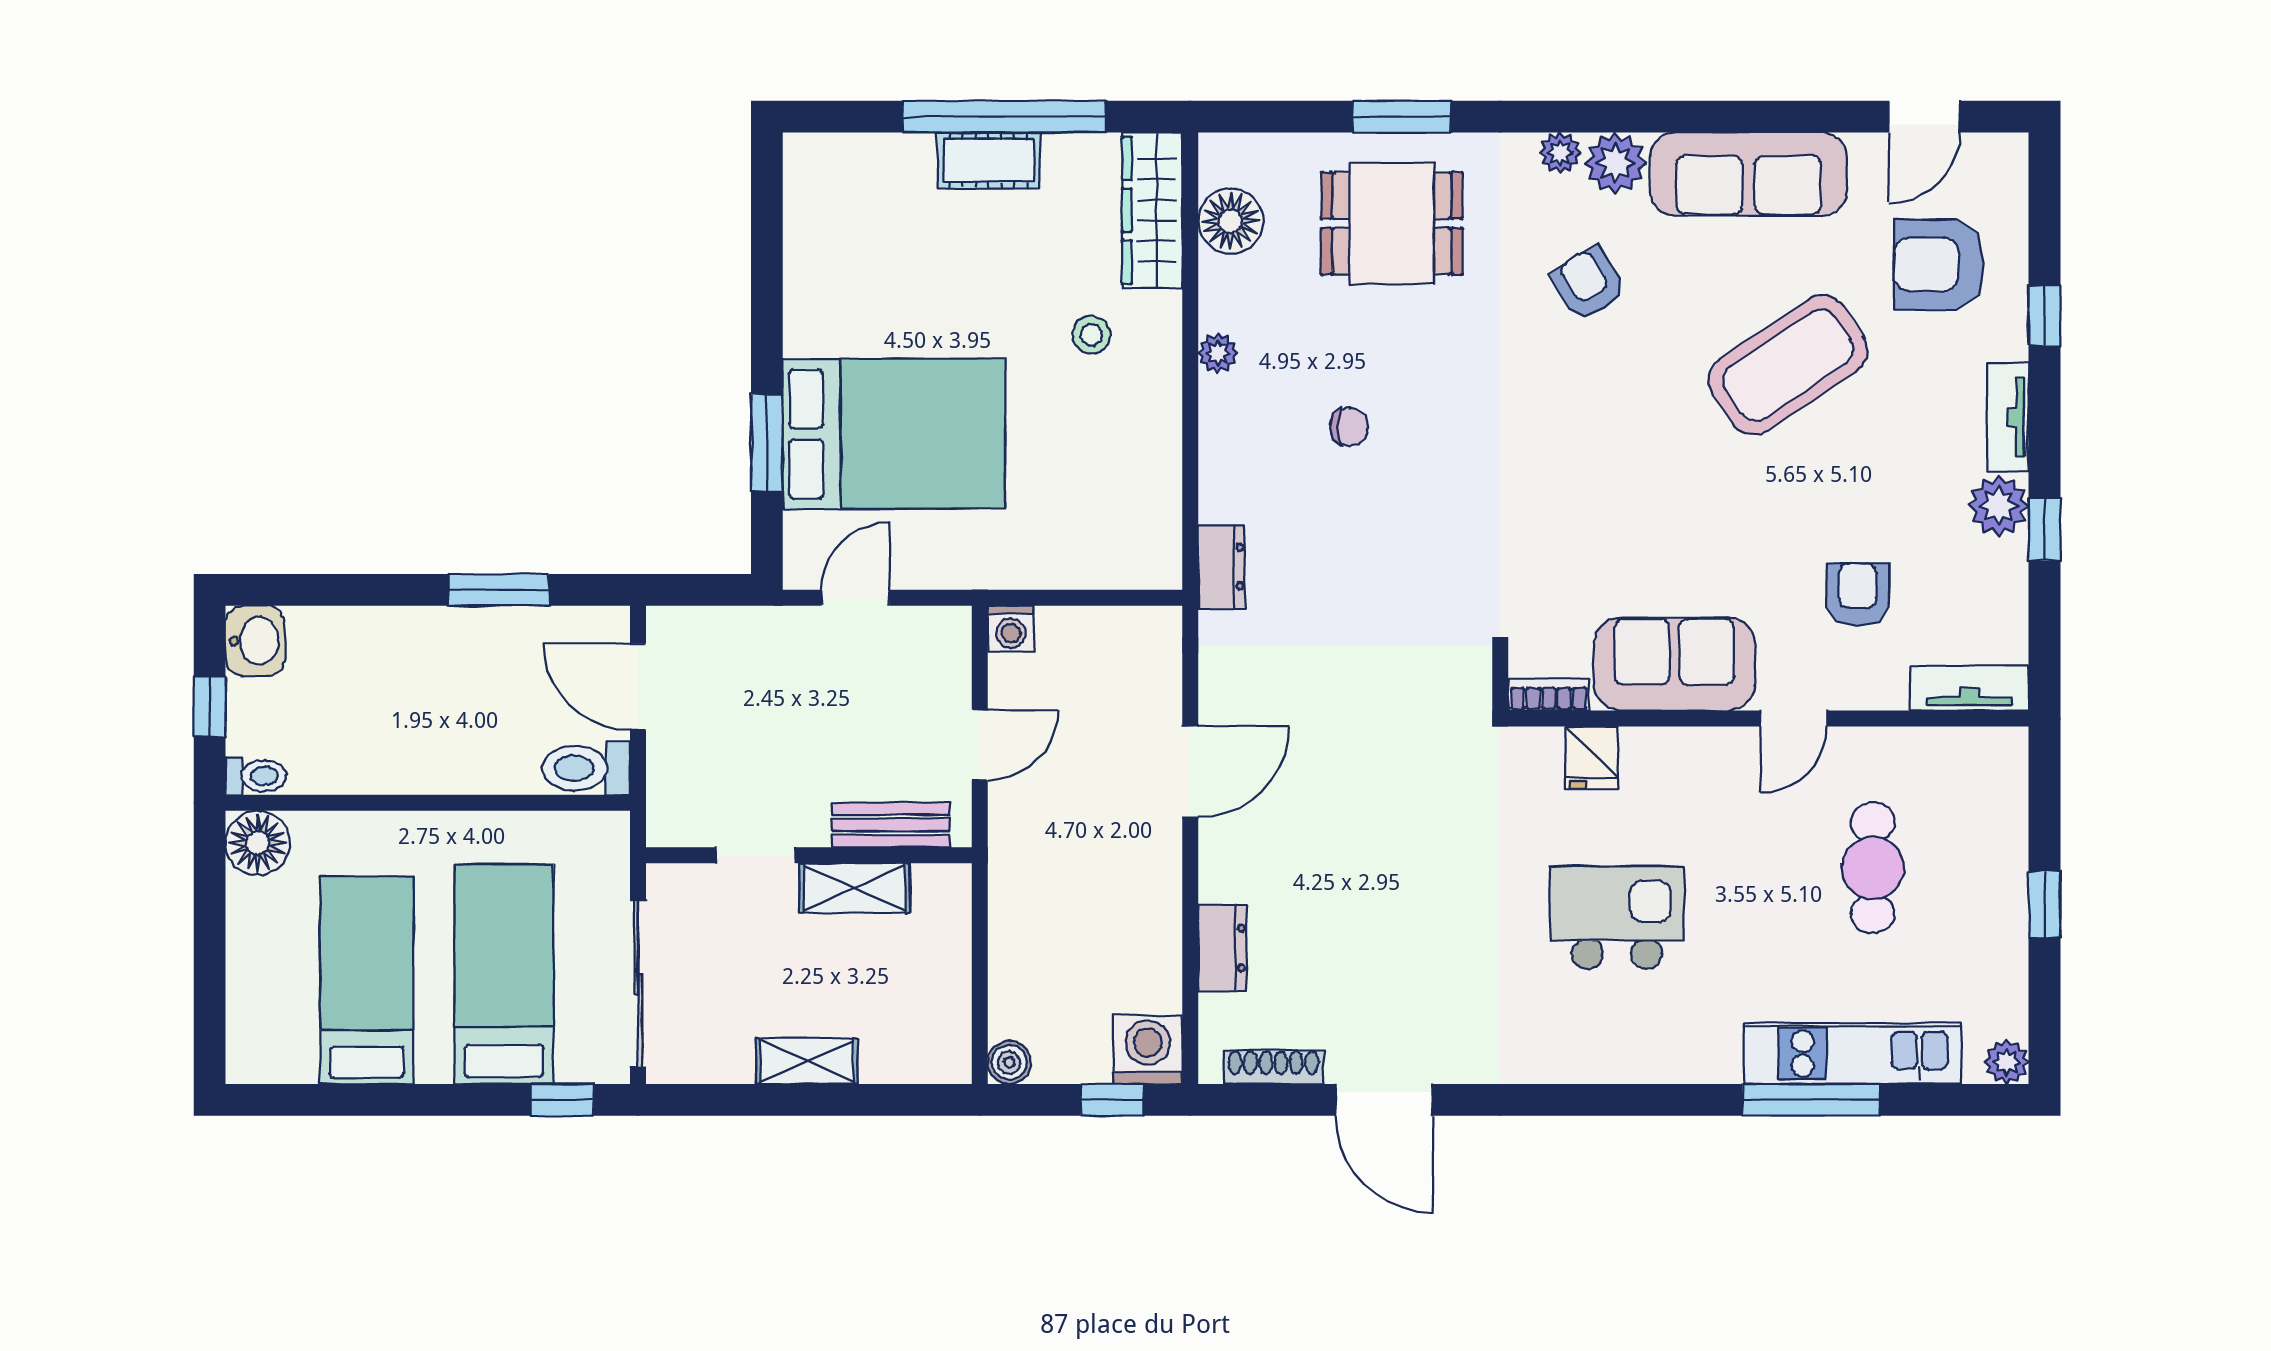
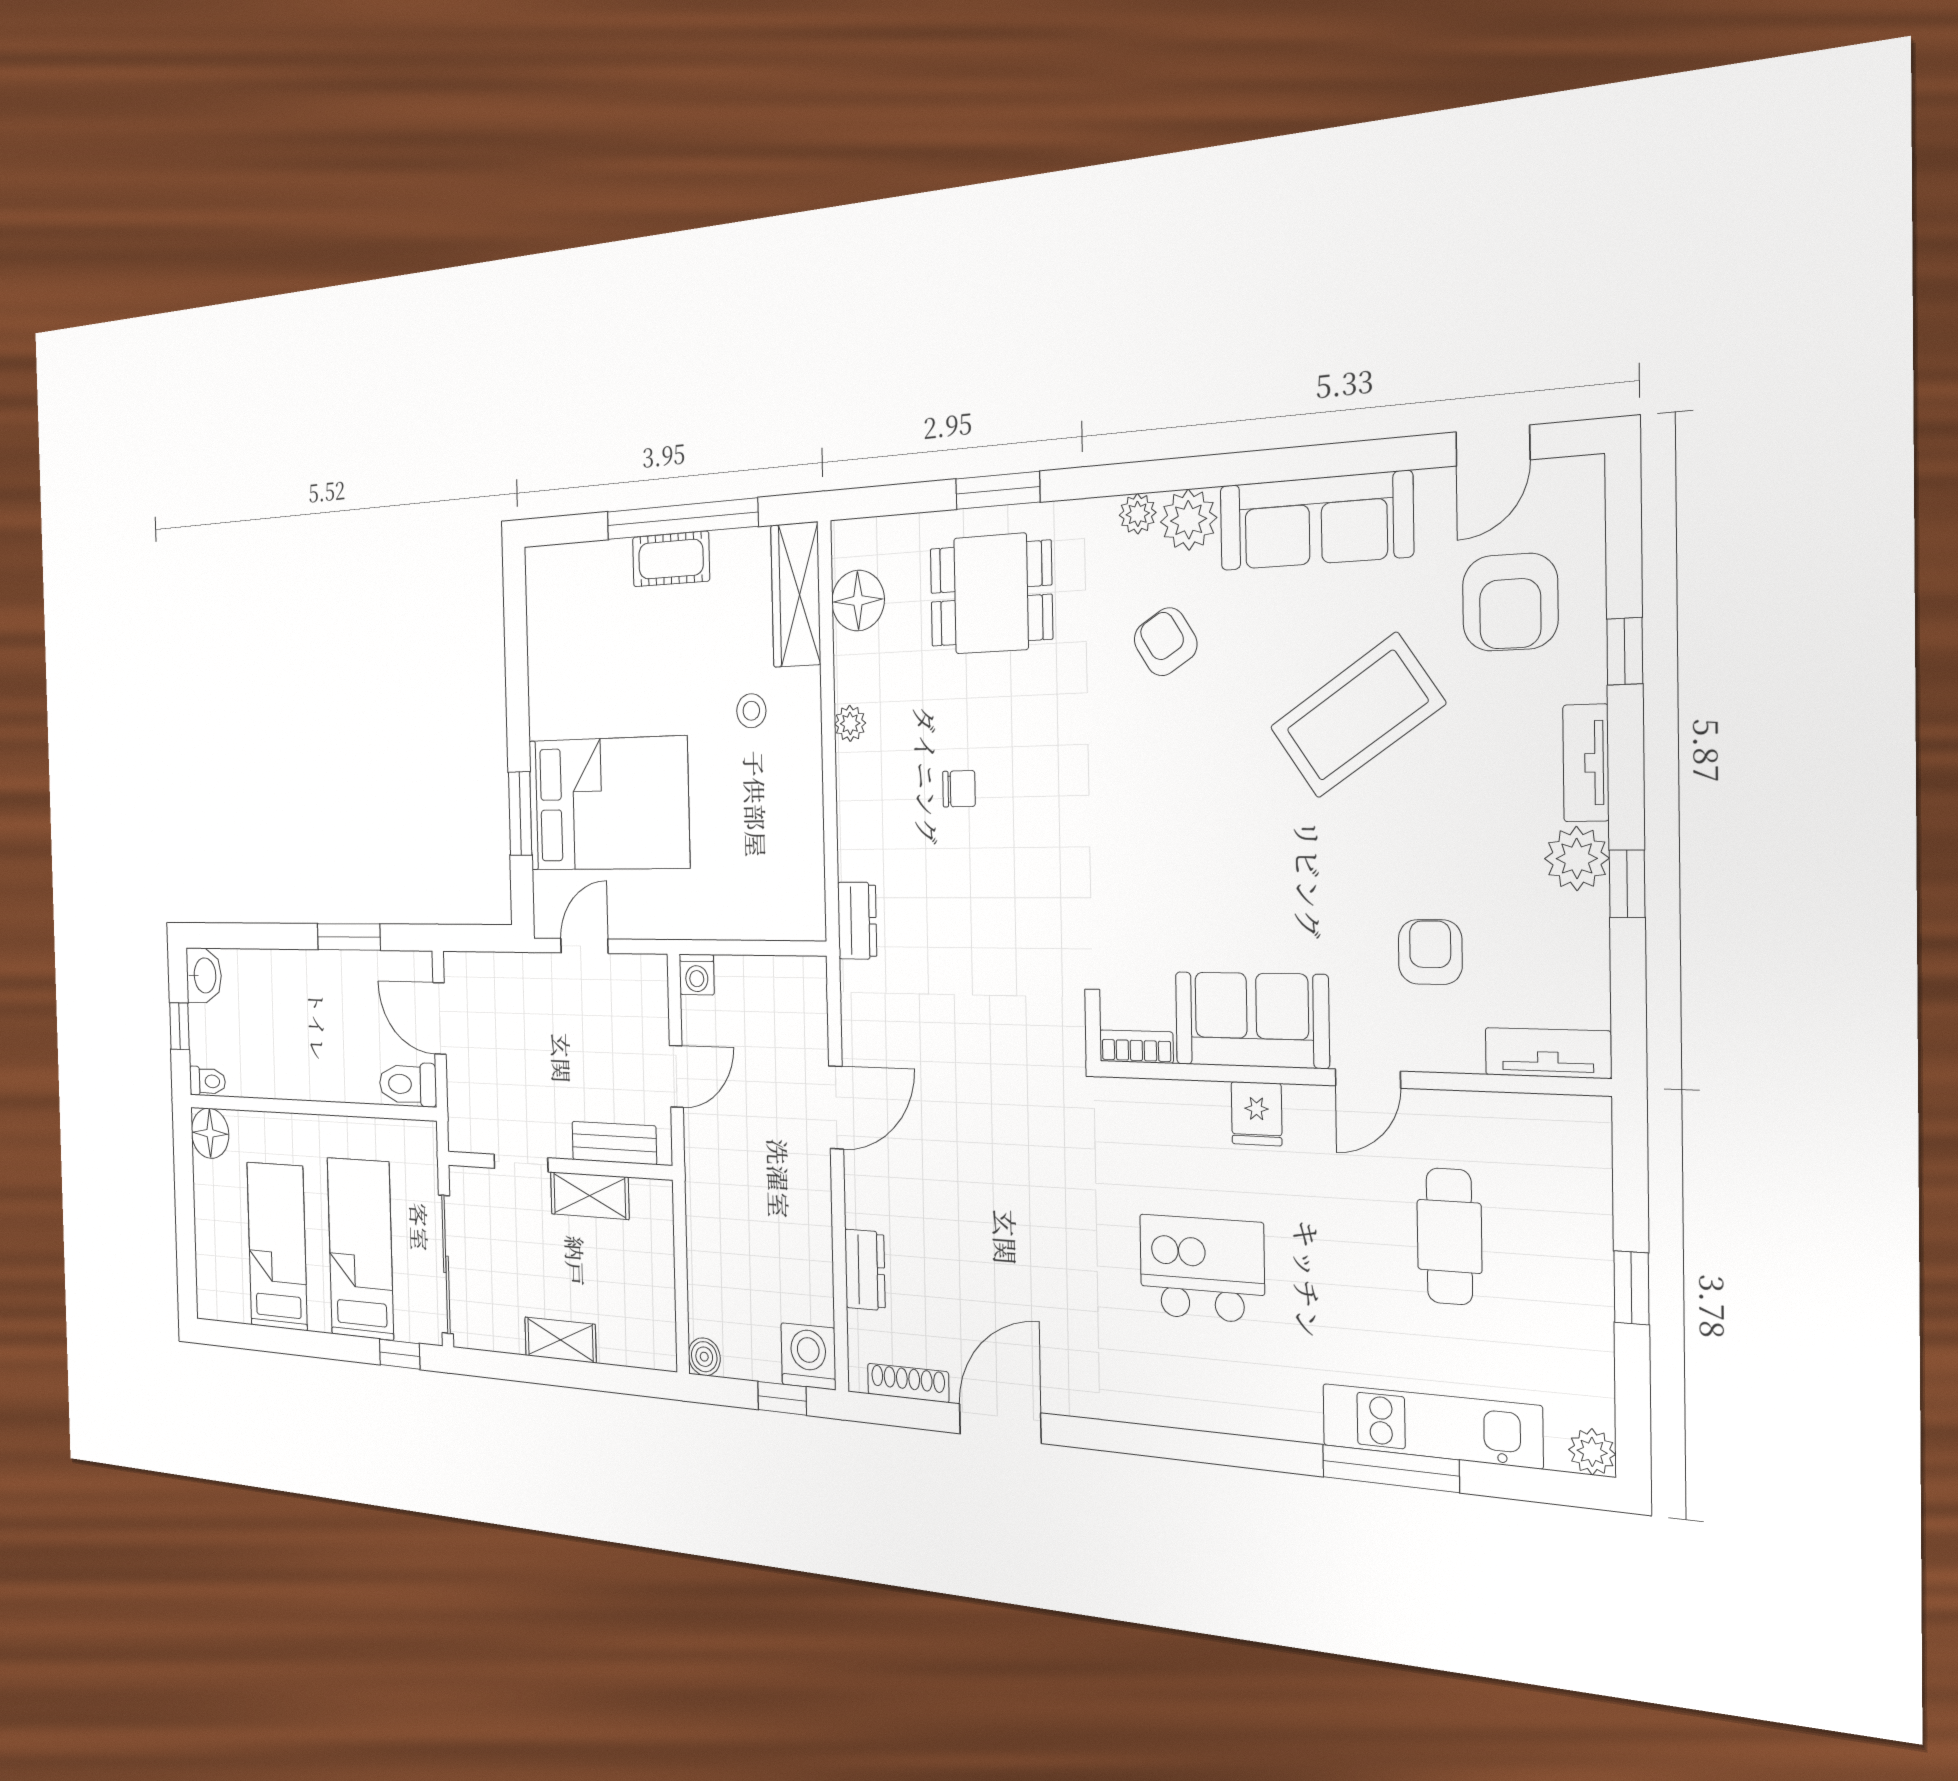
armchair: (1939, 264) -> (1510, 602), turned -90
fridge: (1592, 758) -> (1257, 1114), moved
door: (1384, 1100) -> (1000, 1423), swing flipped

